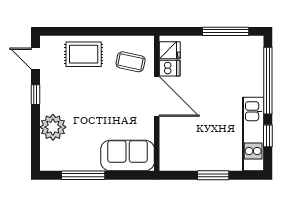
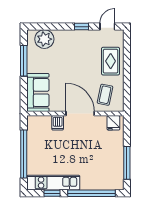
dishwasher: (170, 68) -> (58, 123), moved
door: (157, 96) -> (80, 114), swing flipped
plant: (53, 127) -> (44, 39), moved
window: (213, 175) -> (24, 154), width x2.11

